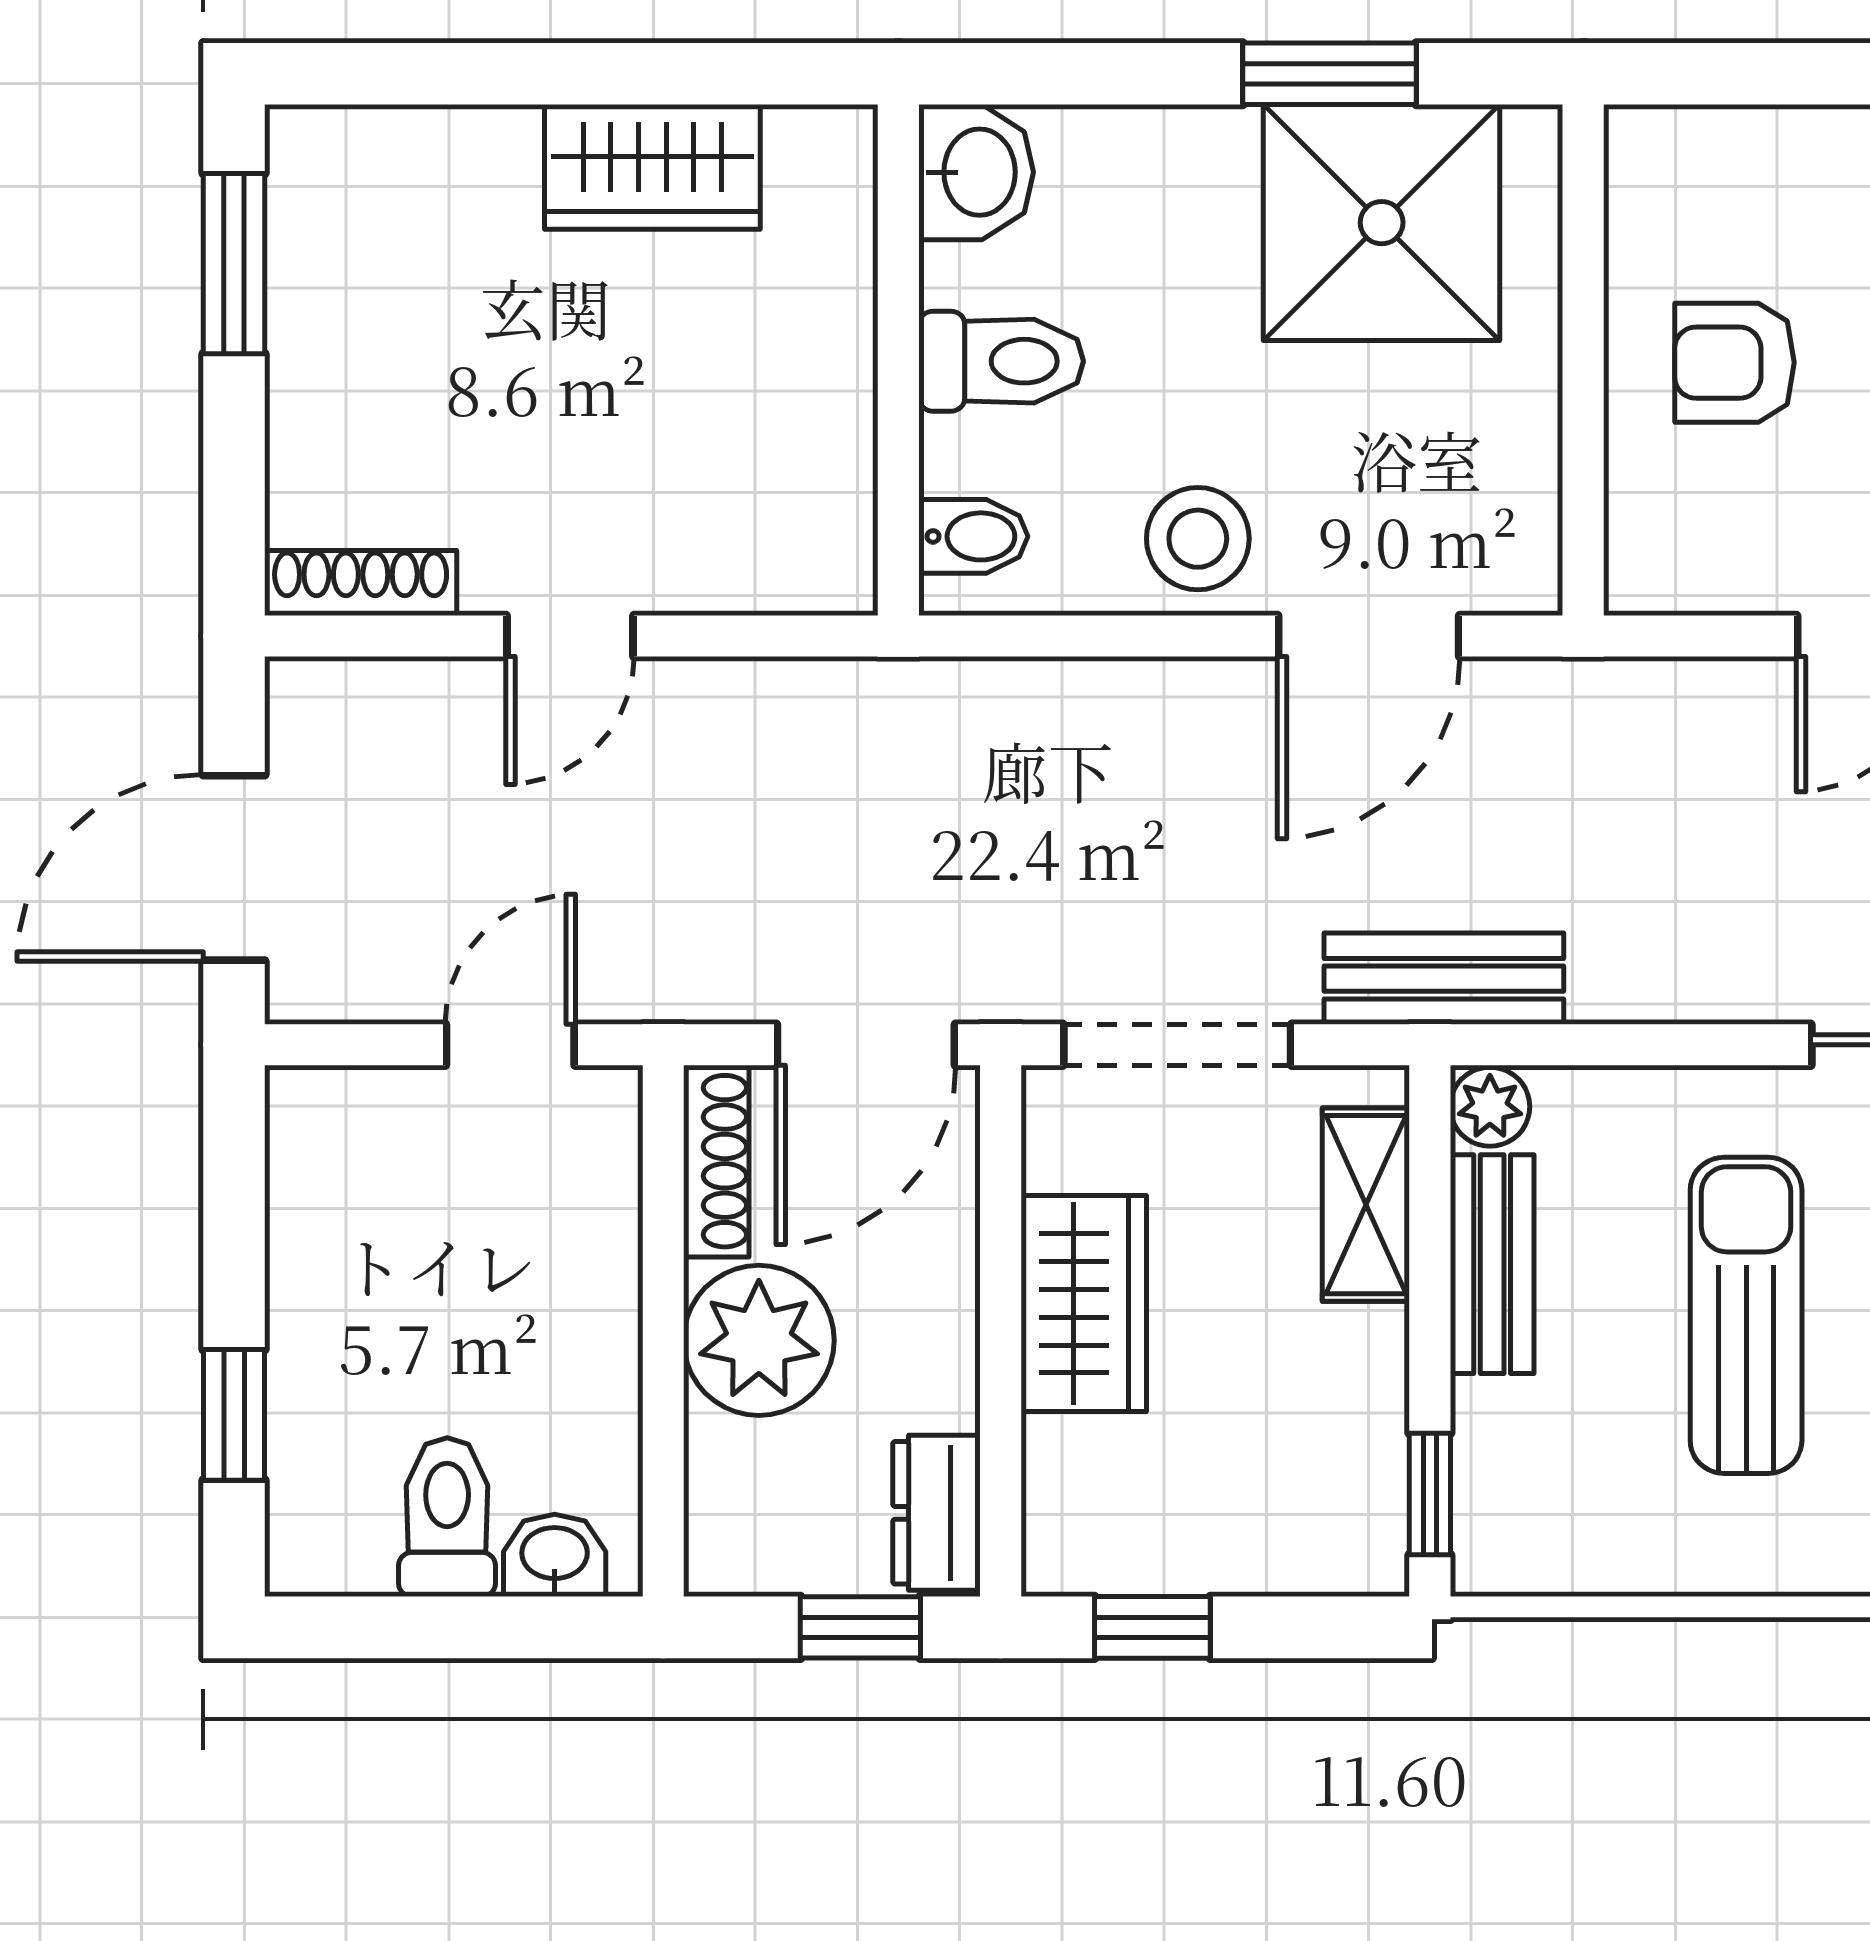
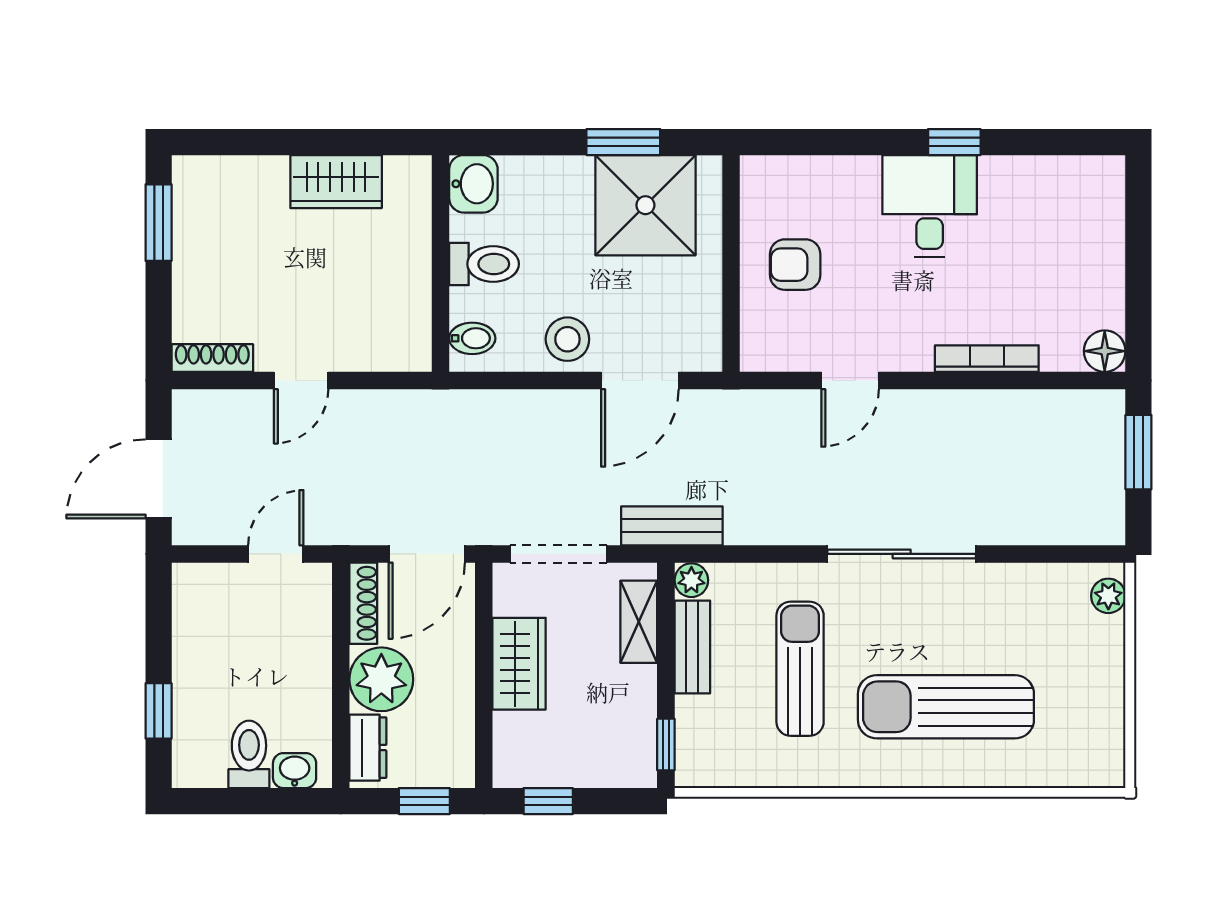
dresser: (936, 1513) -> (368, 748), moved, turned 180

